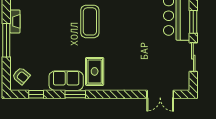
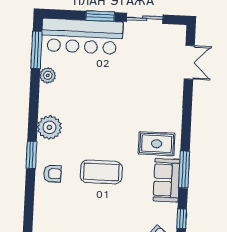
coffee table: (90, 21) -> (101, 172), moved
window: (75, 94) -> (184, 170), width x1.44

